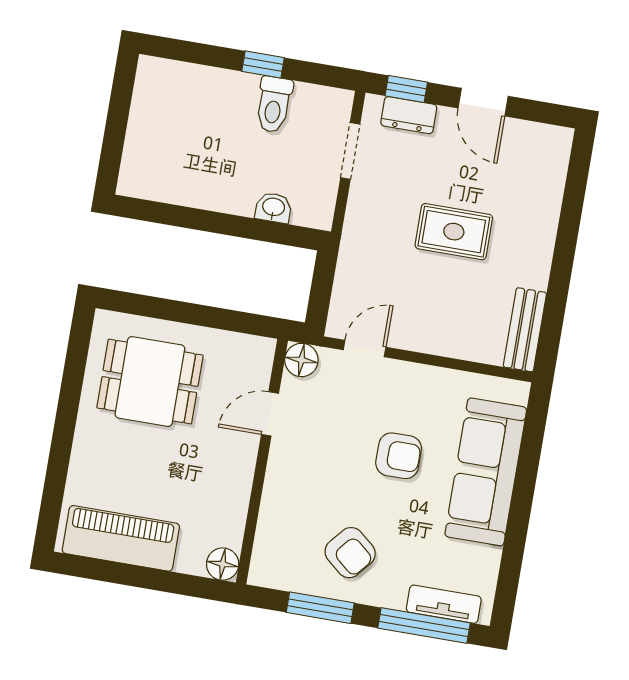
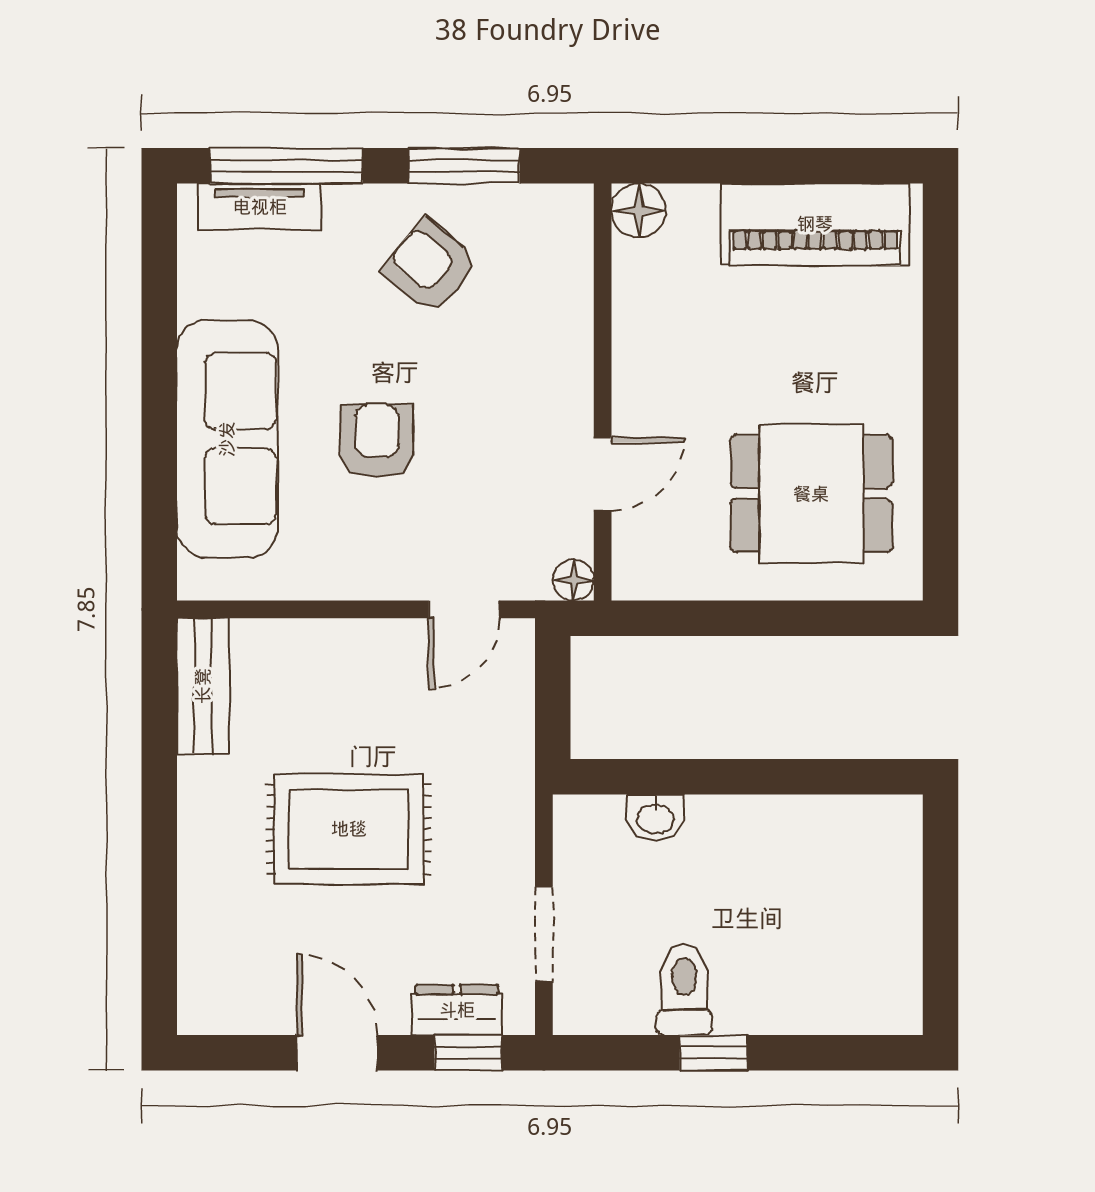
rug: (454, 232) -> (349, 829), width x1.36, depth x1.43
floor lamp: (301, 360) -> (573, 580), width x0.73, depth x0.73
armchair: (399, 456) -> (377, 441), turned 90

